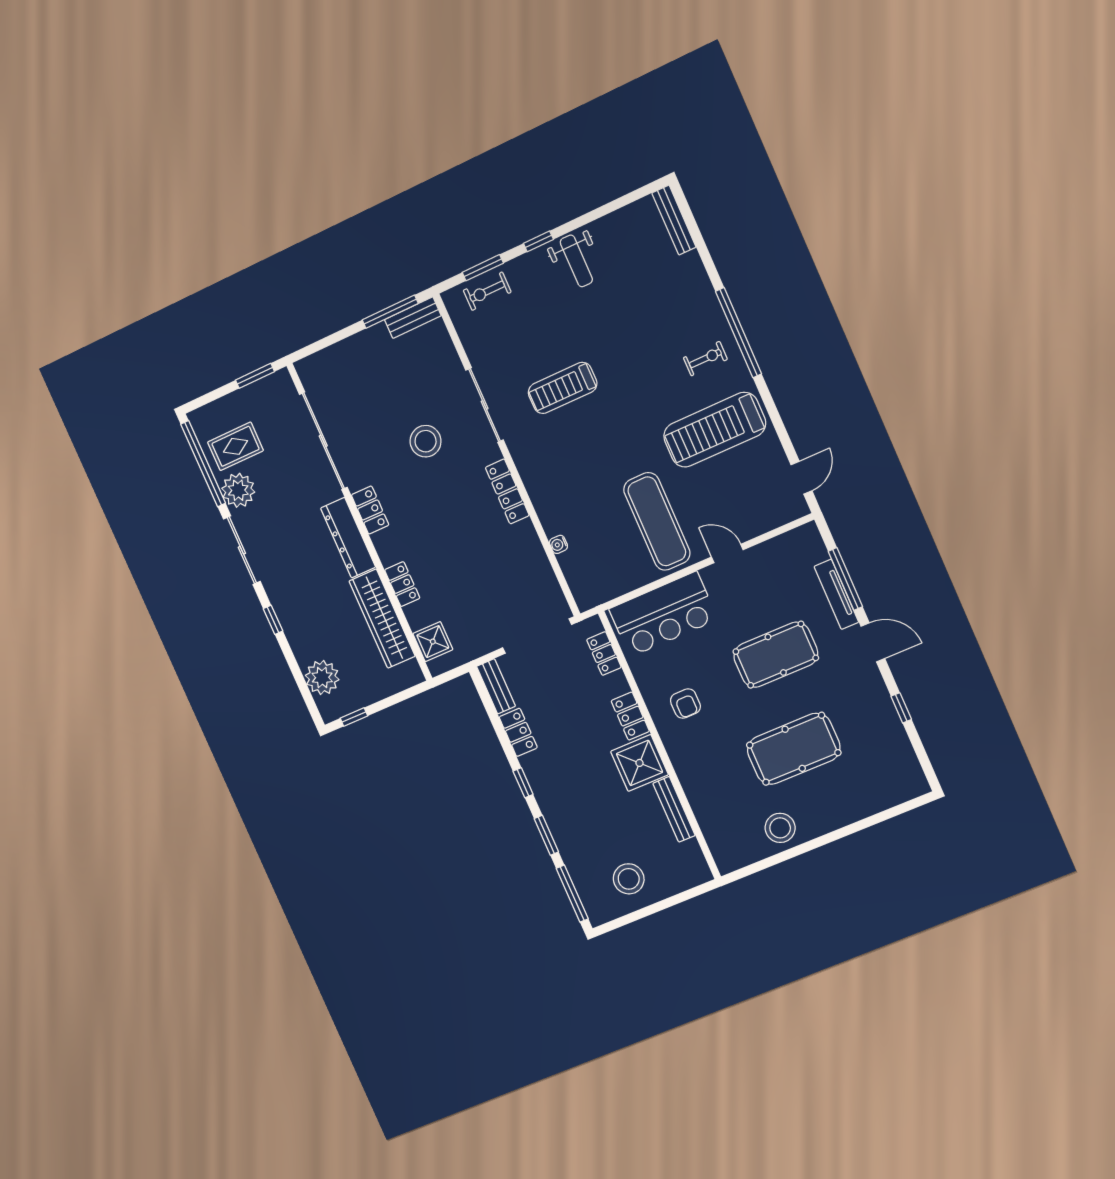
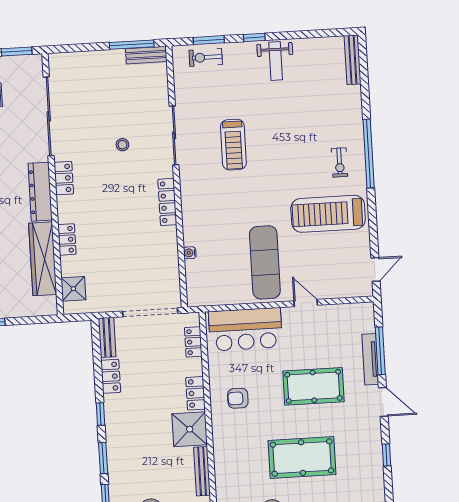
exercise bike: (705, 359) -> (340, 162), turned 90
treadmill: (563, 388) -> (233, 145), turned -90
stool: (426, 441) -> (122, 145), width x0.53, depth x0.53
armchair: (685, 704) -> (238, 398), turned 90

